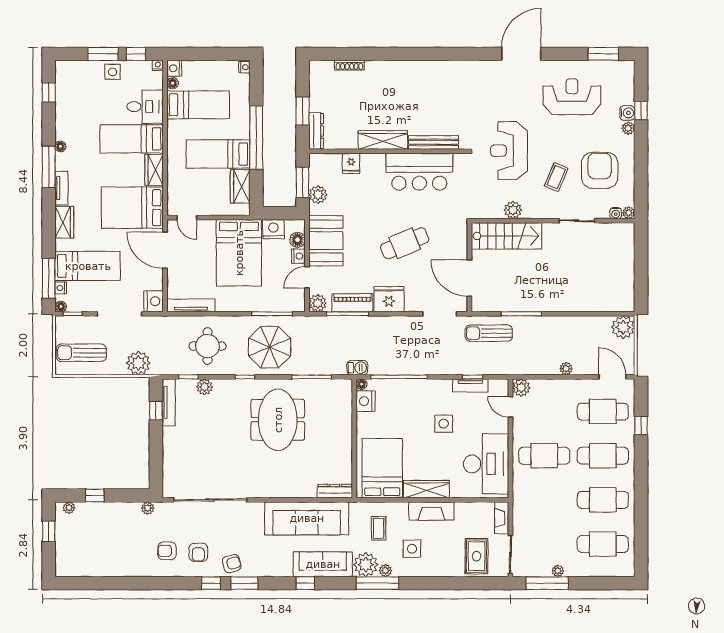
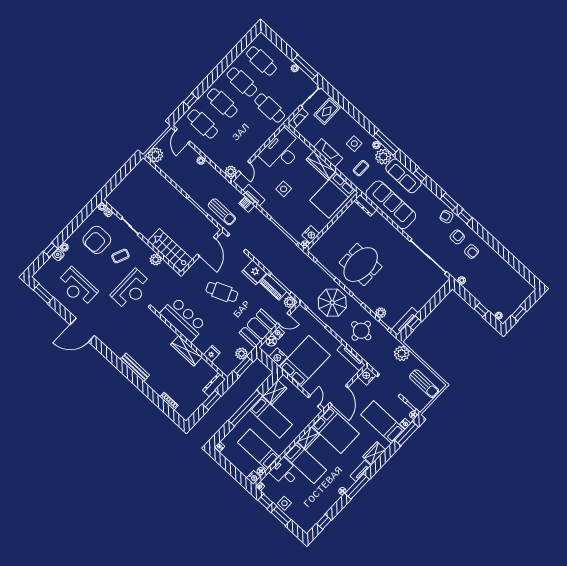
bench: (433, 142) -> (135, 367), moved
barbecue: (357, 368) -> (247, 204), moved
cafe table: (544, 456) -> (270, 108), moved

